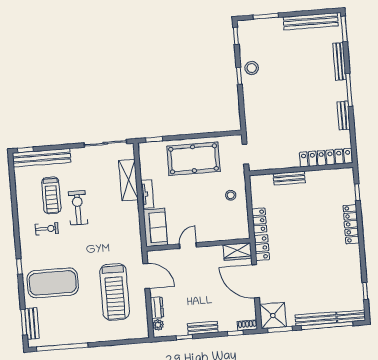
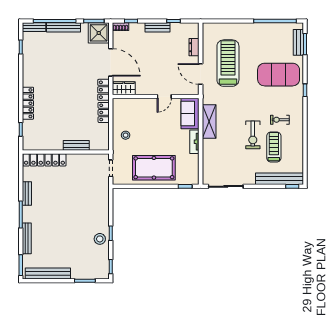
shelving: (128, 180) -> (209, 121), moved
plant: (158, 325) -> (194, 33), removed

